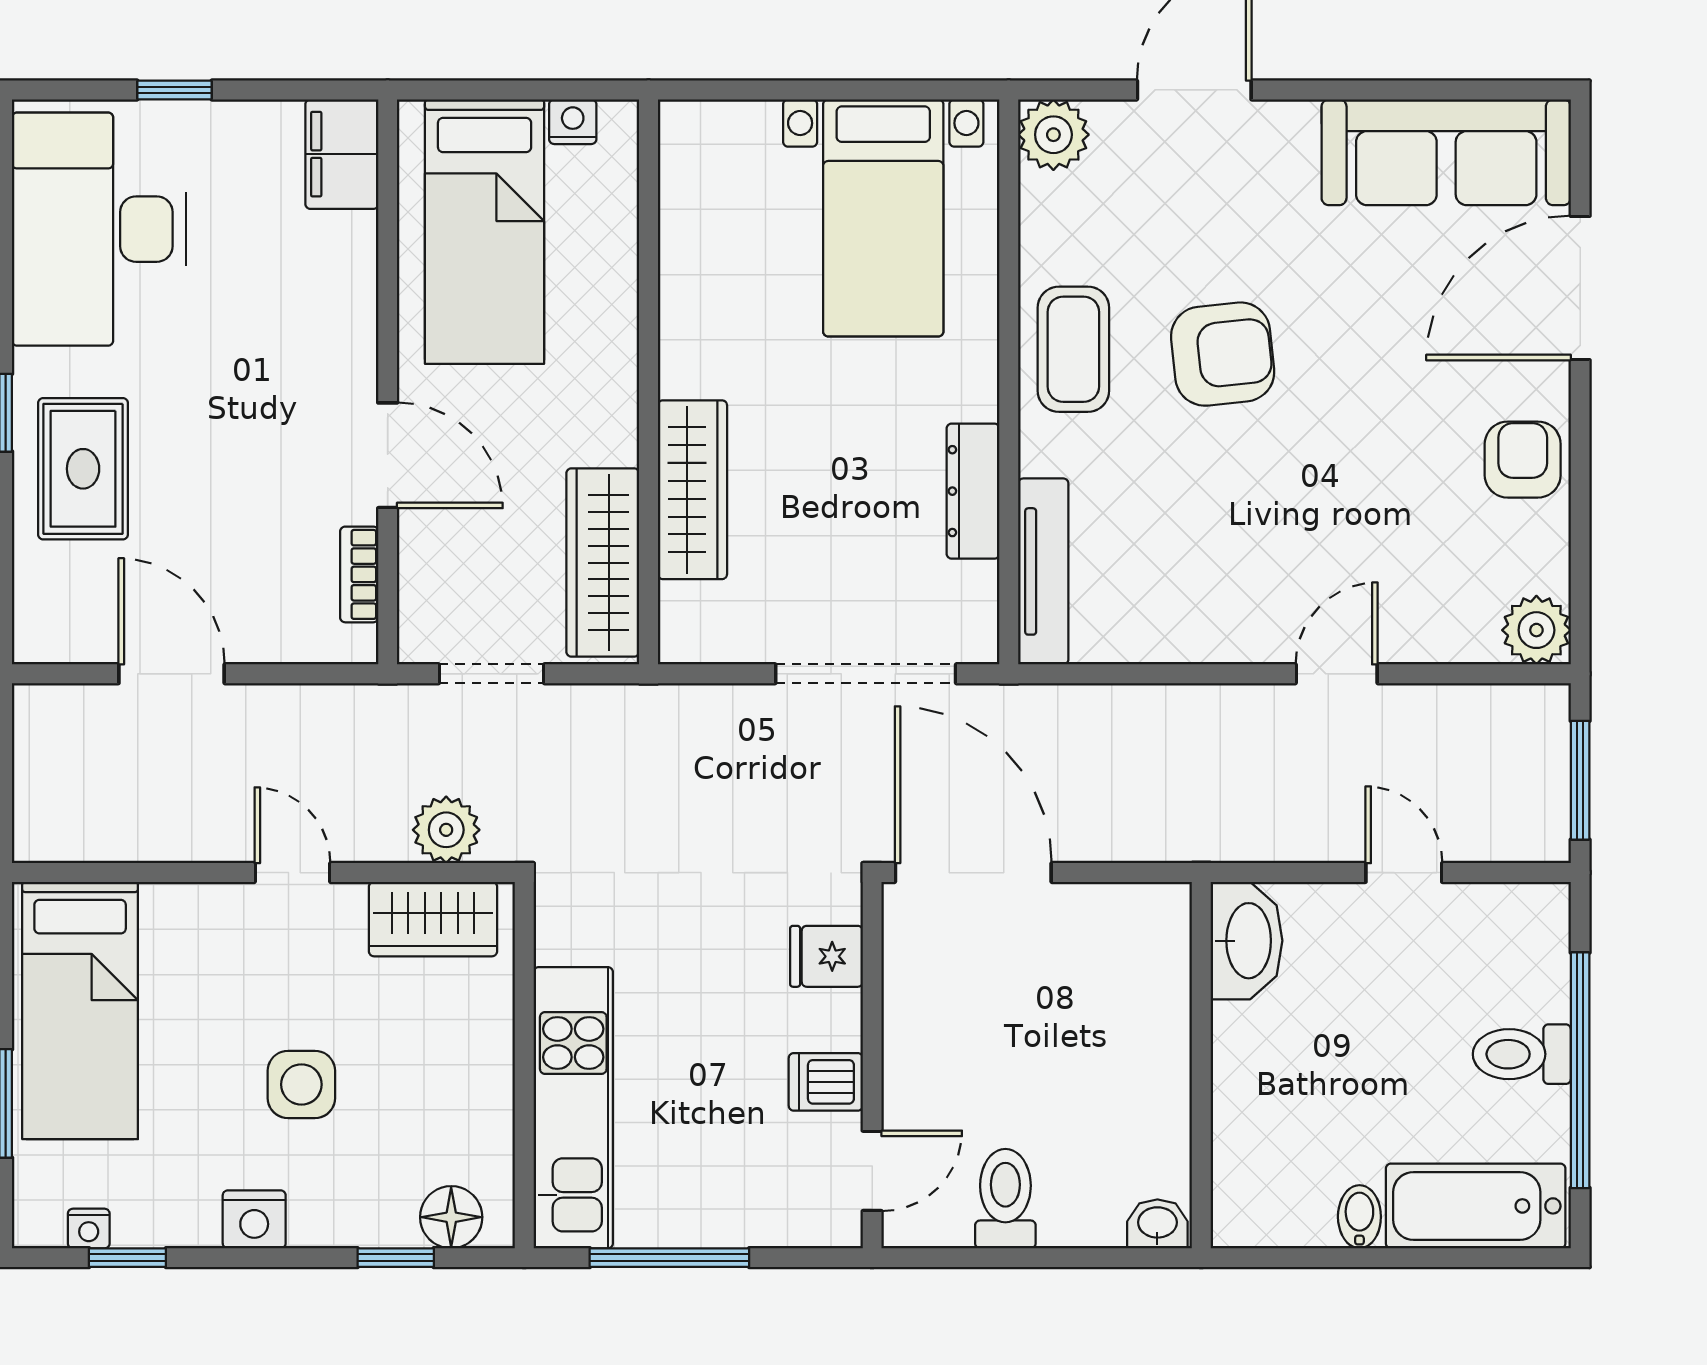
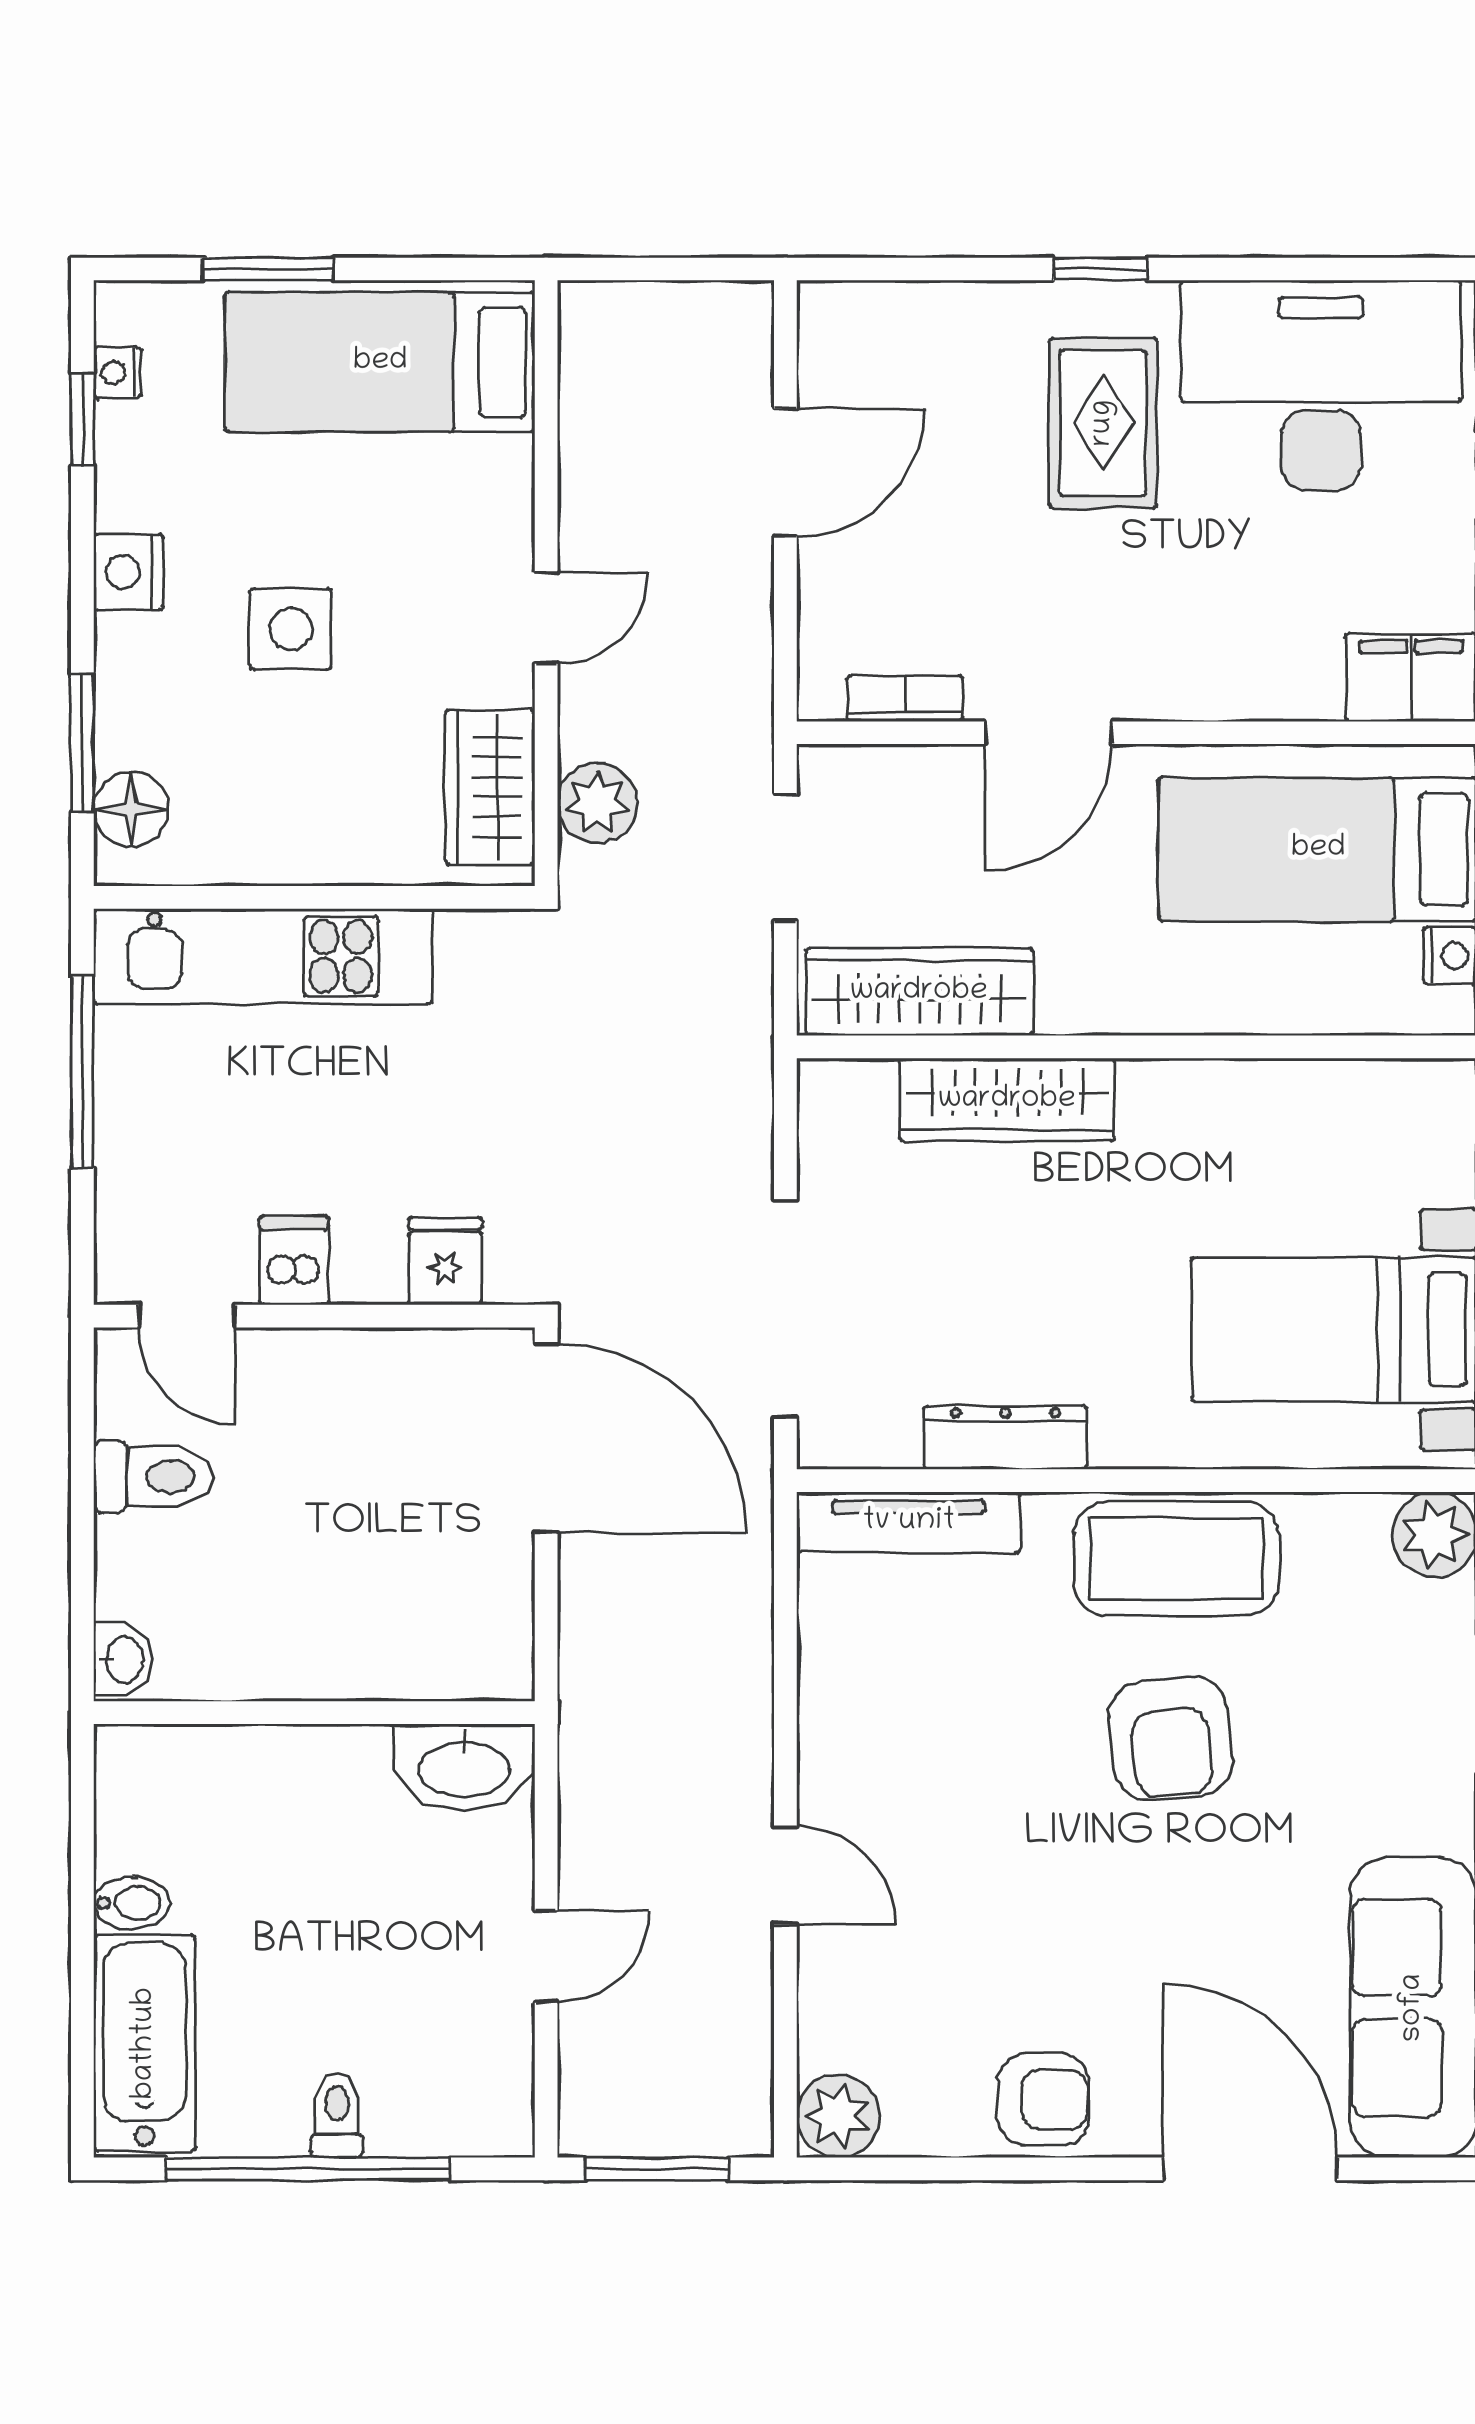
coffee table: (1073, 349) -> (1176, 1559), width x1.36, depth x1.32
rug: (83, 469) -> (1103, 423), moved, turned 90
door: (973, 873) -> (546, 1438), hinge flipped
toilet: (1522, 1054) -> (337, 2115), width x0.73, depth x0.72
window: (396, 1258) -> (82, 742), width x1.50

